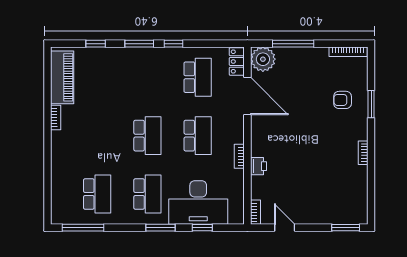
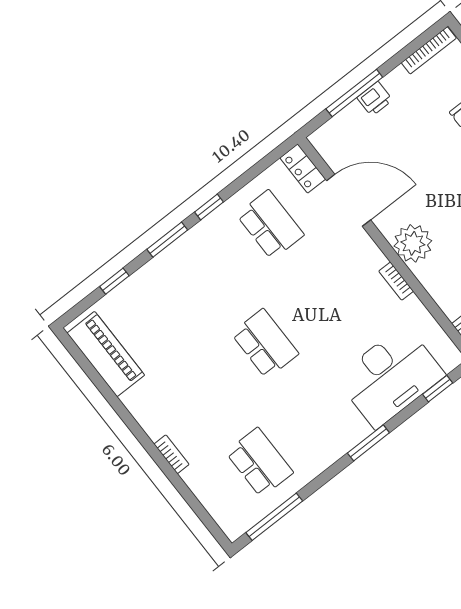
plant: (263, 59) -> (413, 243), moved
bookcase: (56, 117) -> (172, 454), moved
school desk: (198, 136) -> (326, 296), removed
printer: (258, 166) -> (375, 99), moved, turned 90
school desk: (147, 194) -> (320, 415), removed
window: (202, 228) -> (438, 389), moved

